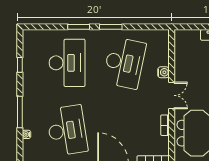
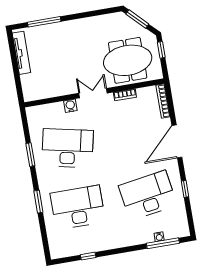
window: (111, 27) -> (30, 155), moved
window: (20, 112) -> (163, 243), moved

